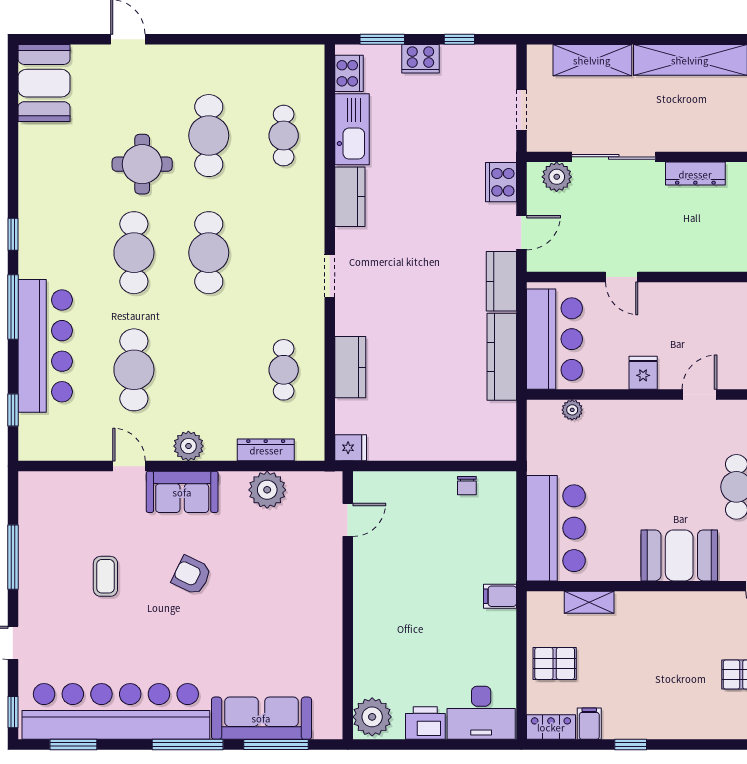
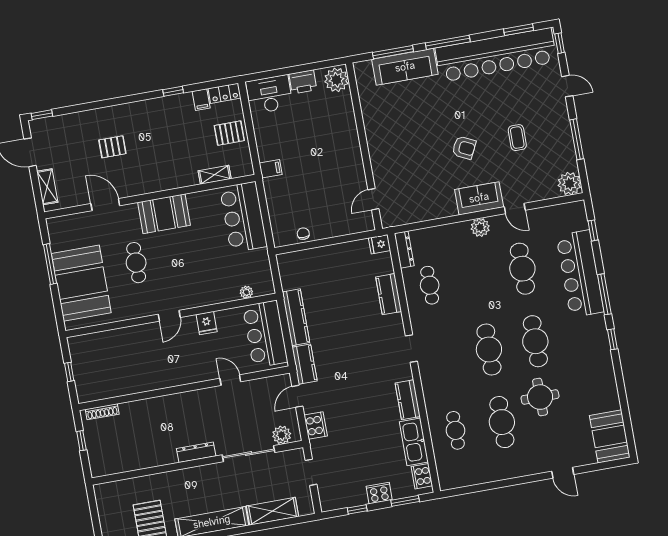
dresser: (266, 450) -> (404, 250), moved, turned -90
plant: (267, 490) -> (569, 184), moved

